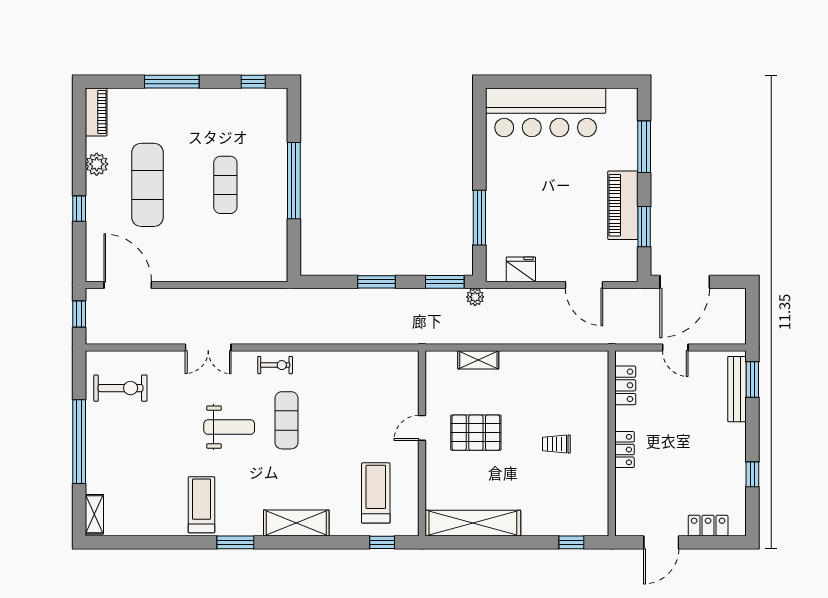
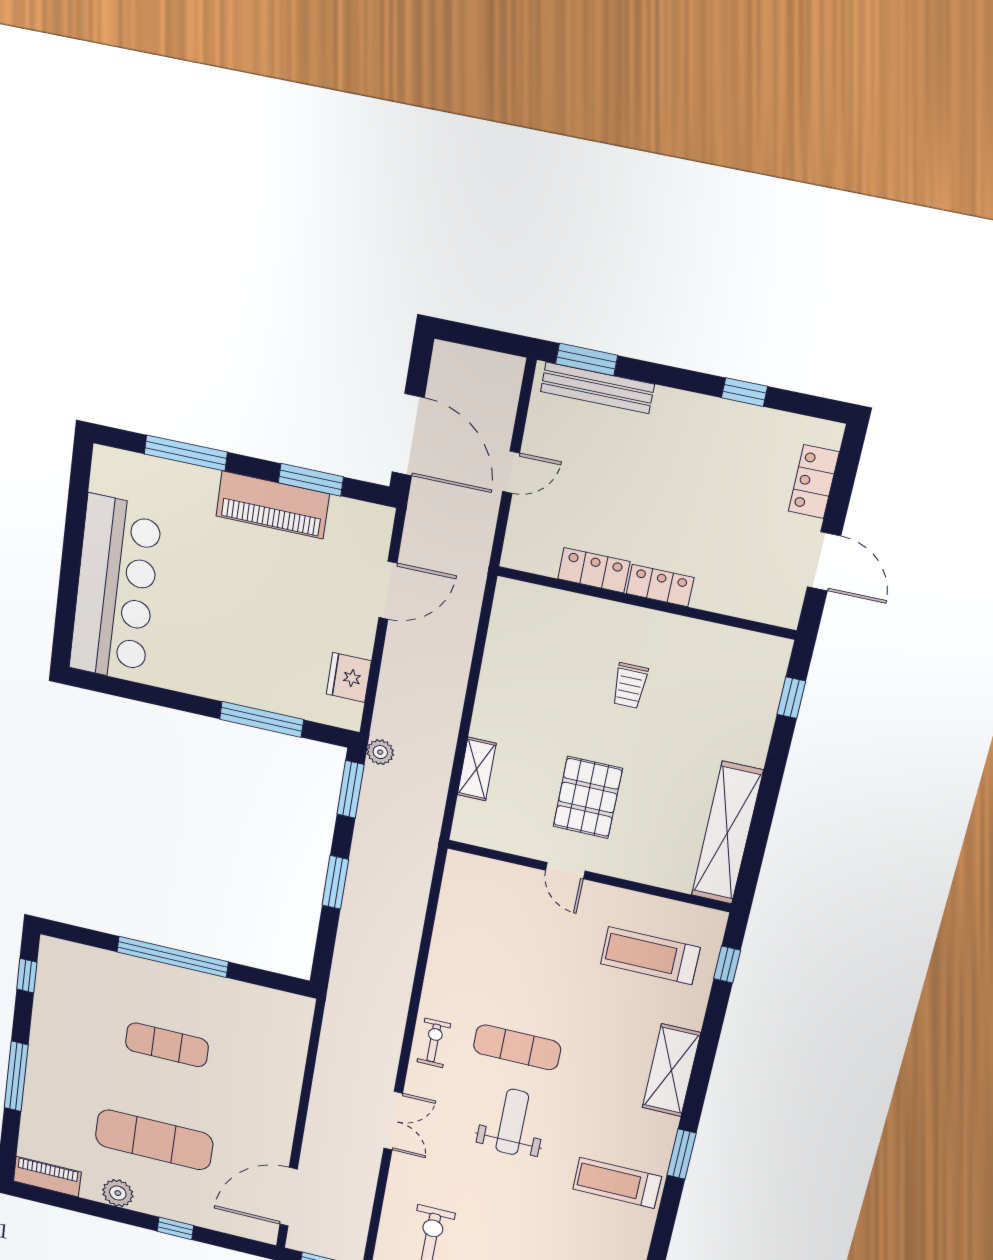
locker: (625, 385) -> (594, 570), moved

